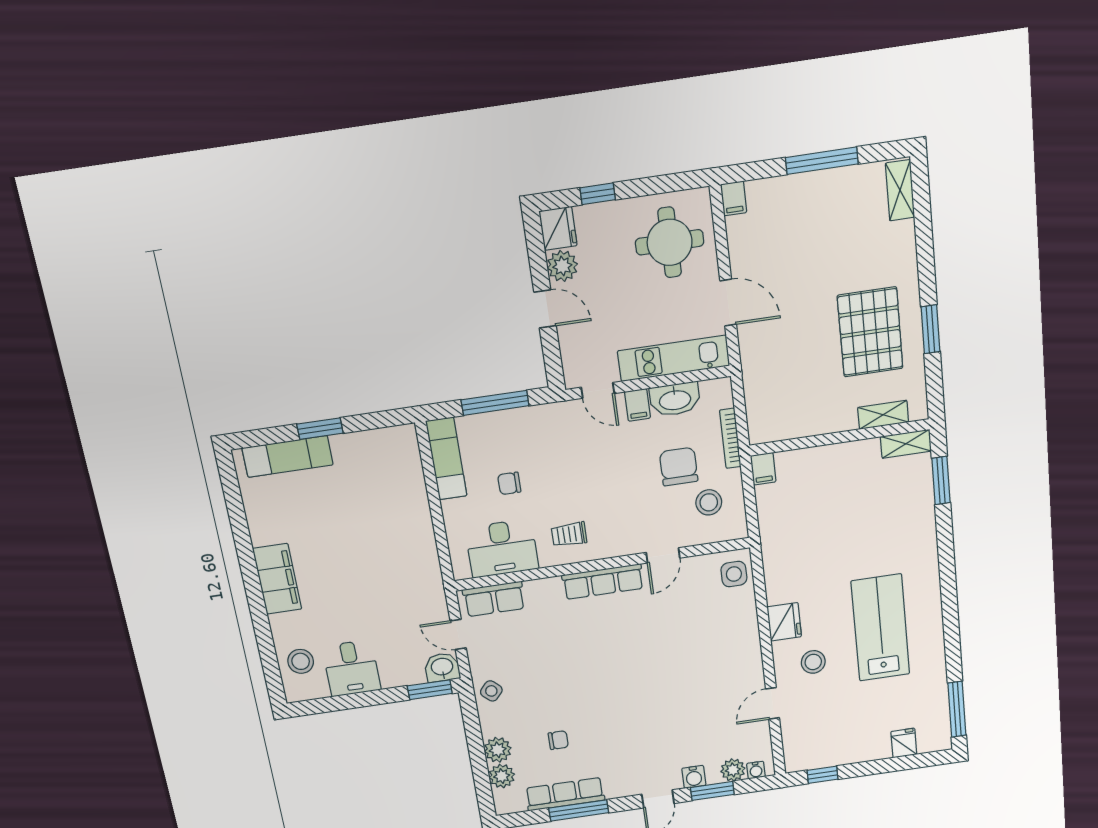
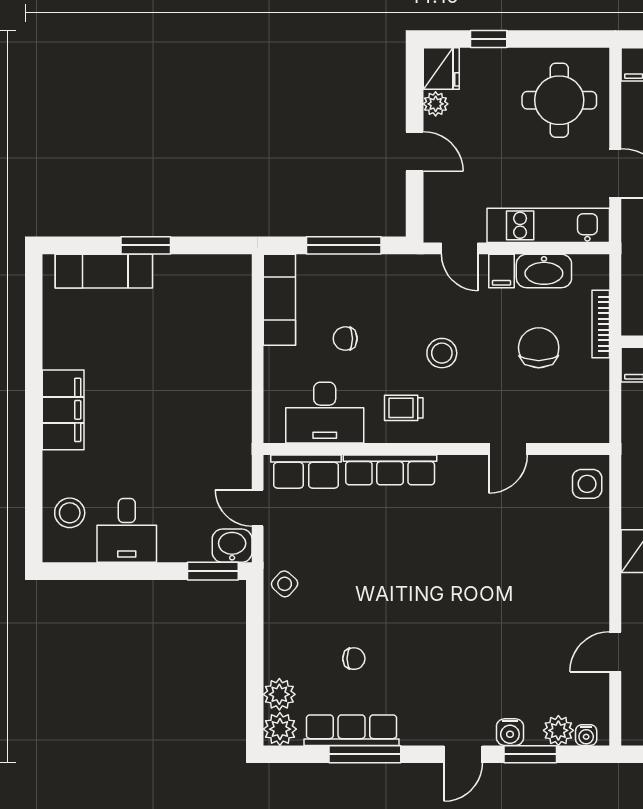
plant: (562, 266) -> (436, 104), width x0.73, depth x0.73
stool: (709, 502) -> (442, 353), moved
row of seats: (603, 582) -> (390, 470), moved
plant: (498, 750) -> (280, 729), moved

